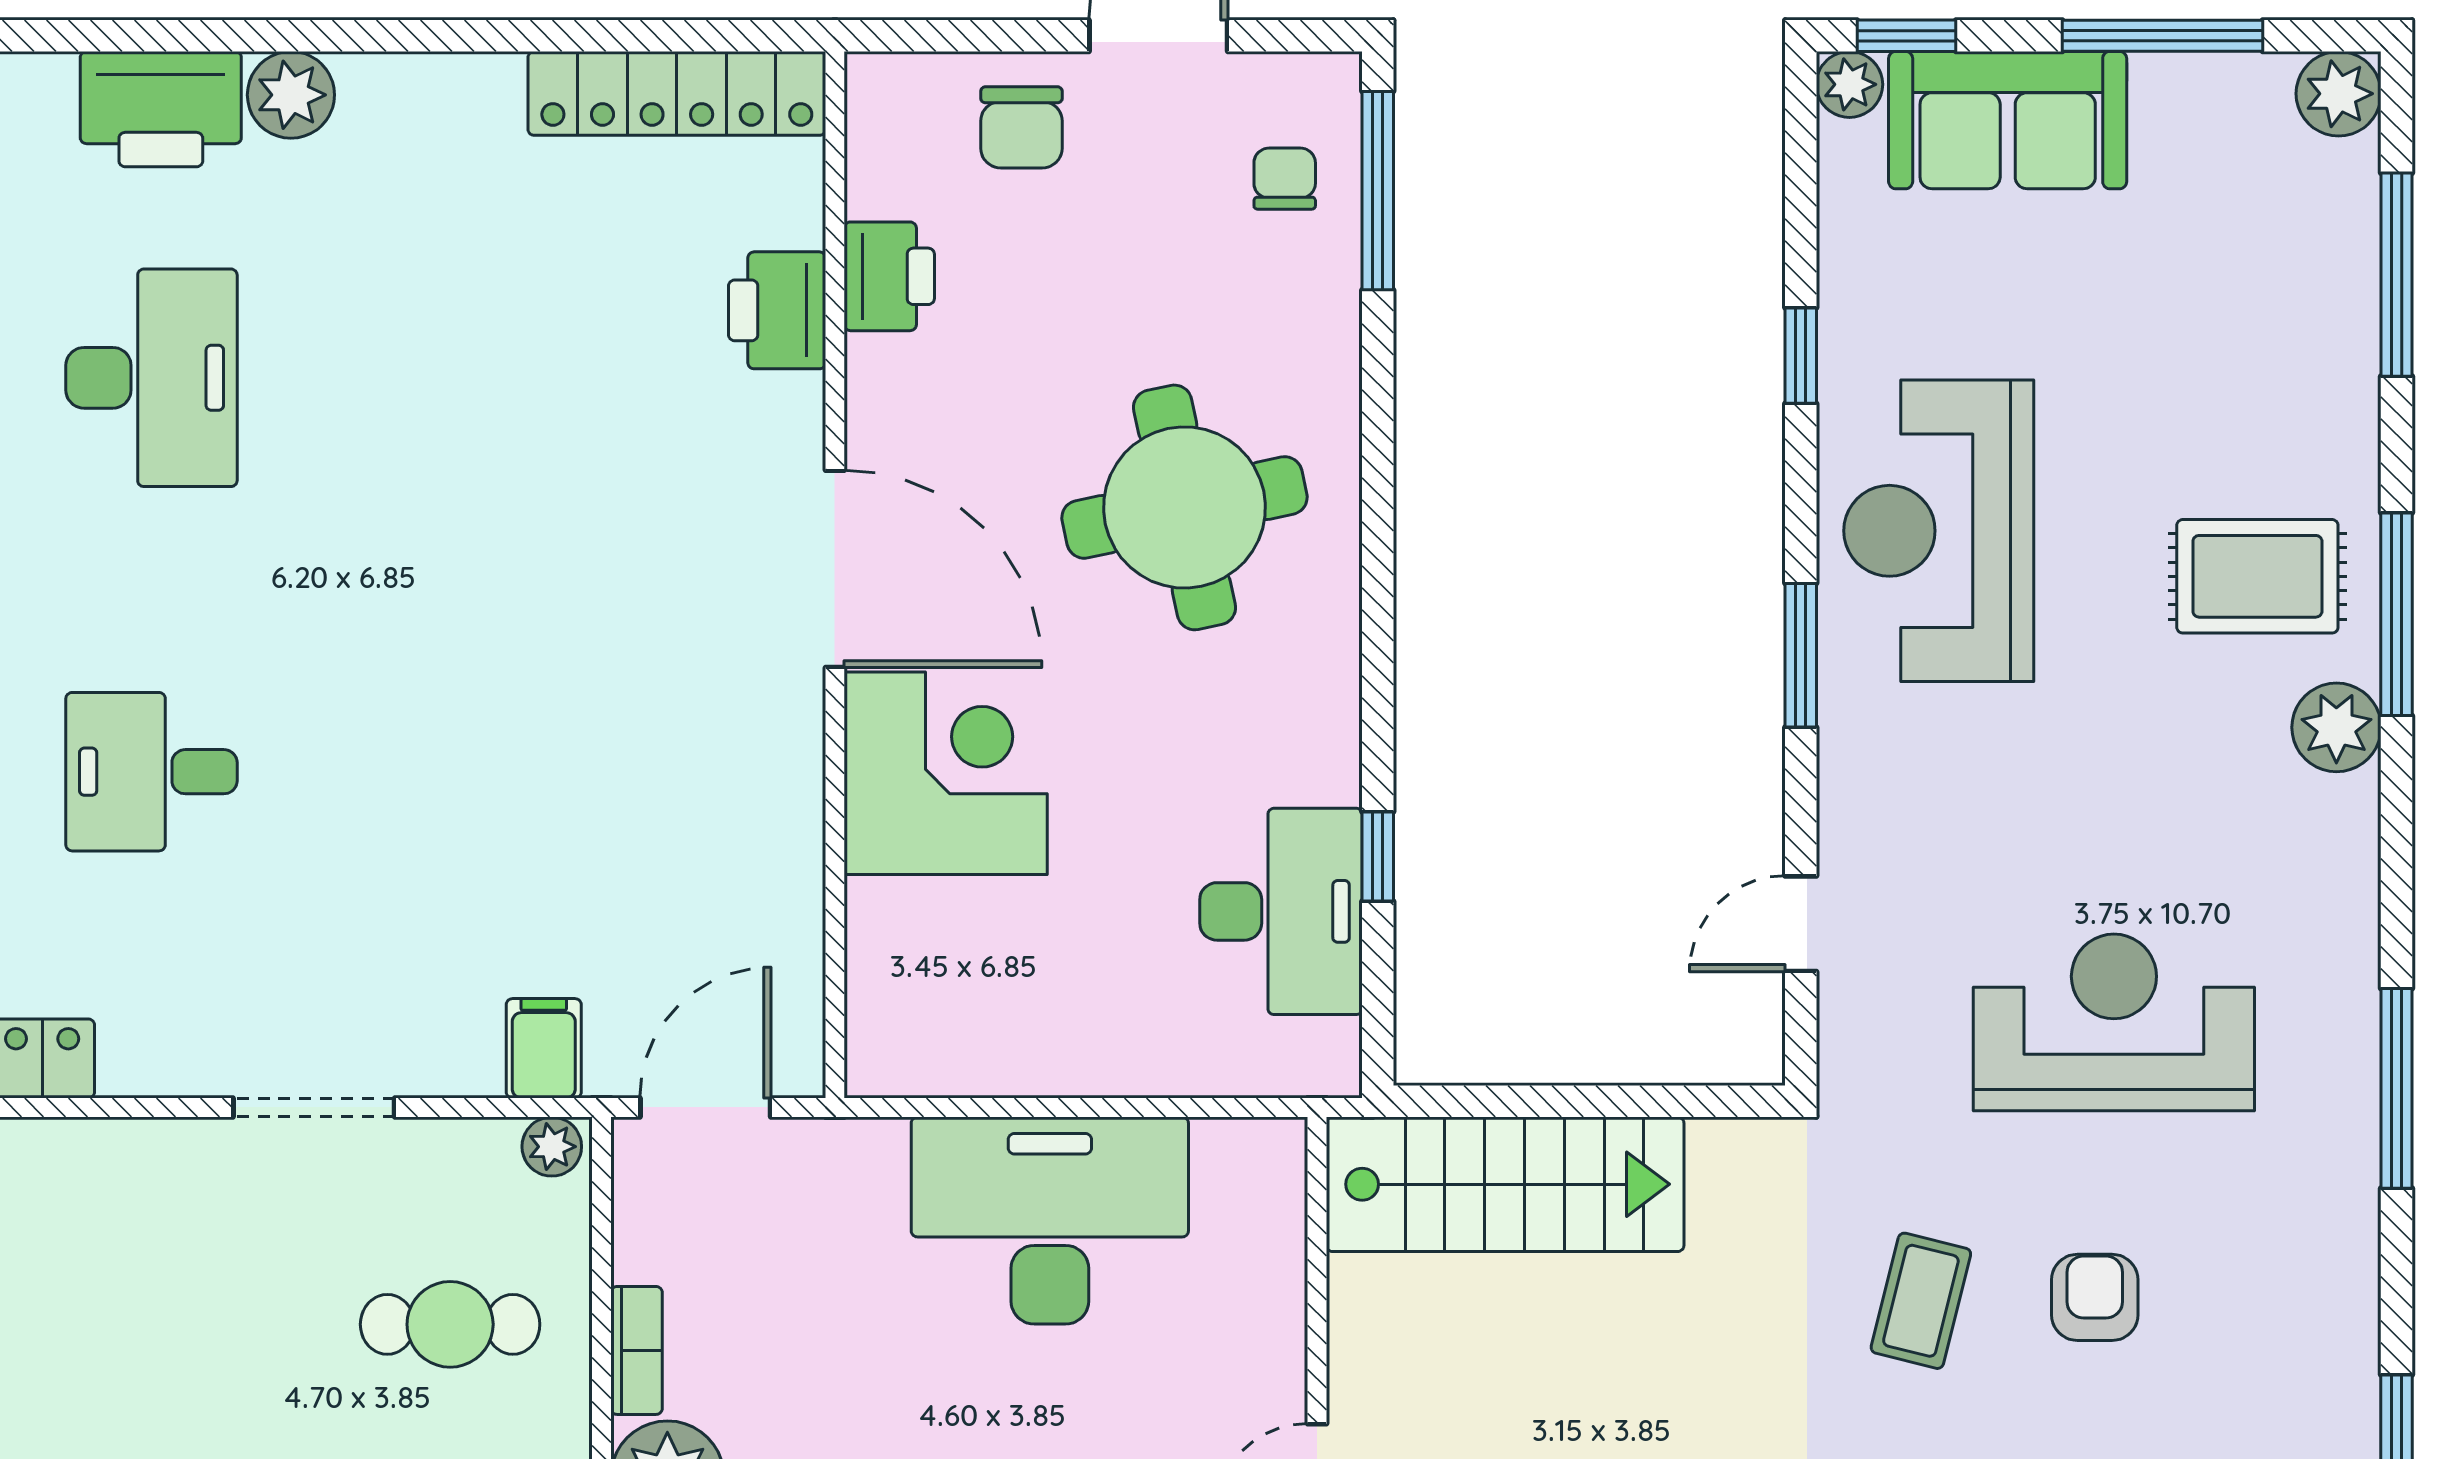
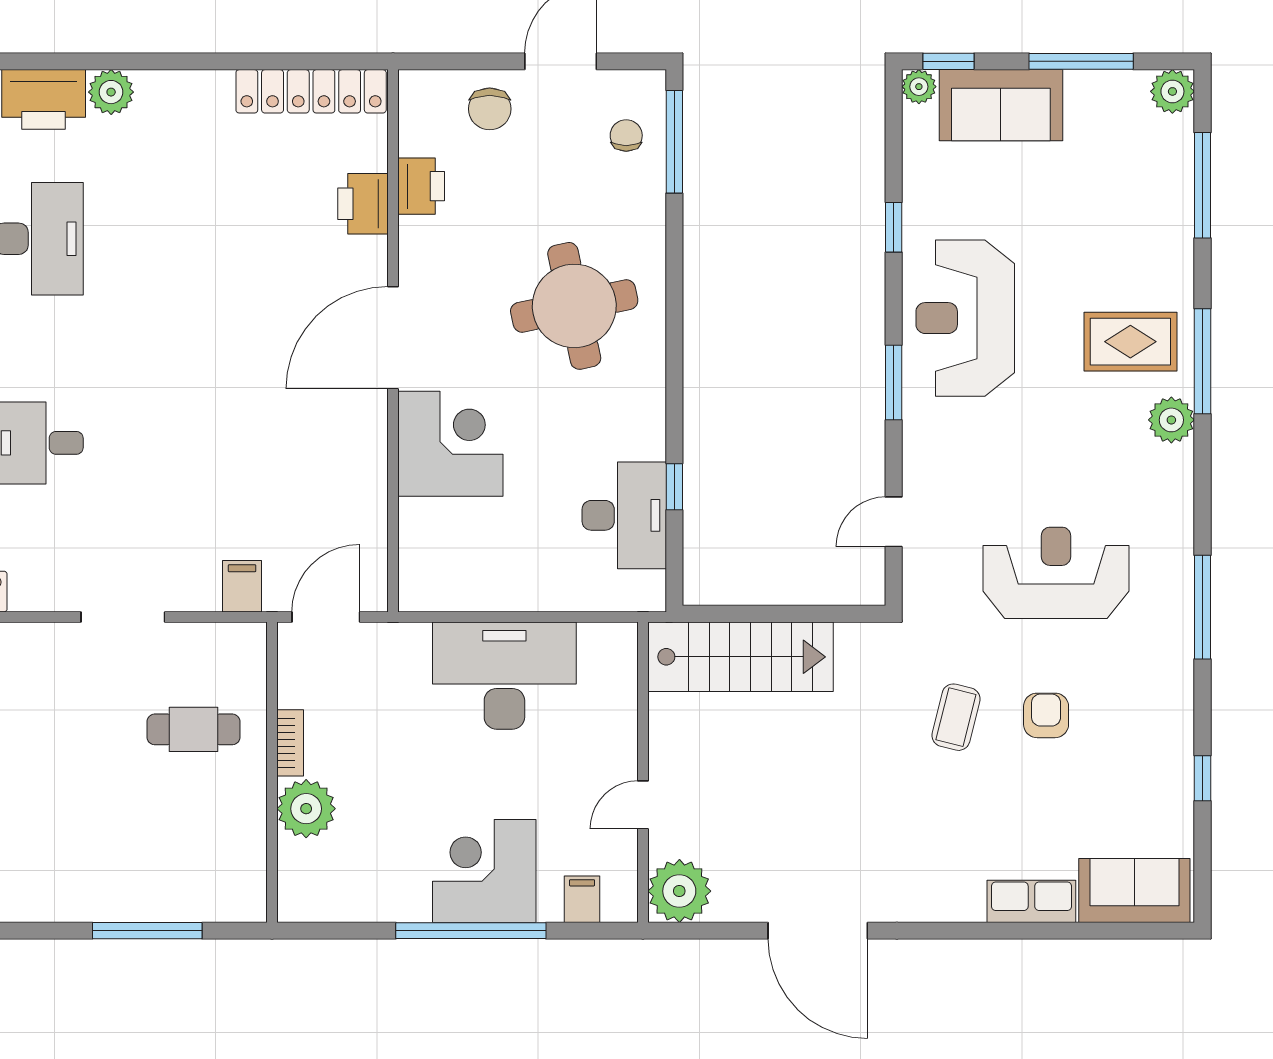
door: (835, 569) -> (393, 338), swing flipped
plant: (552, 1147) -> (246, 637), removed

